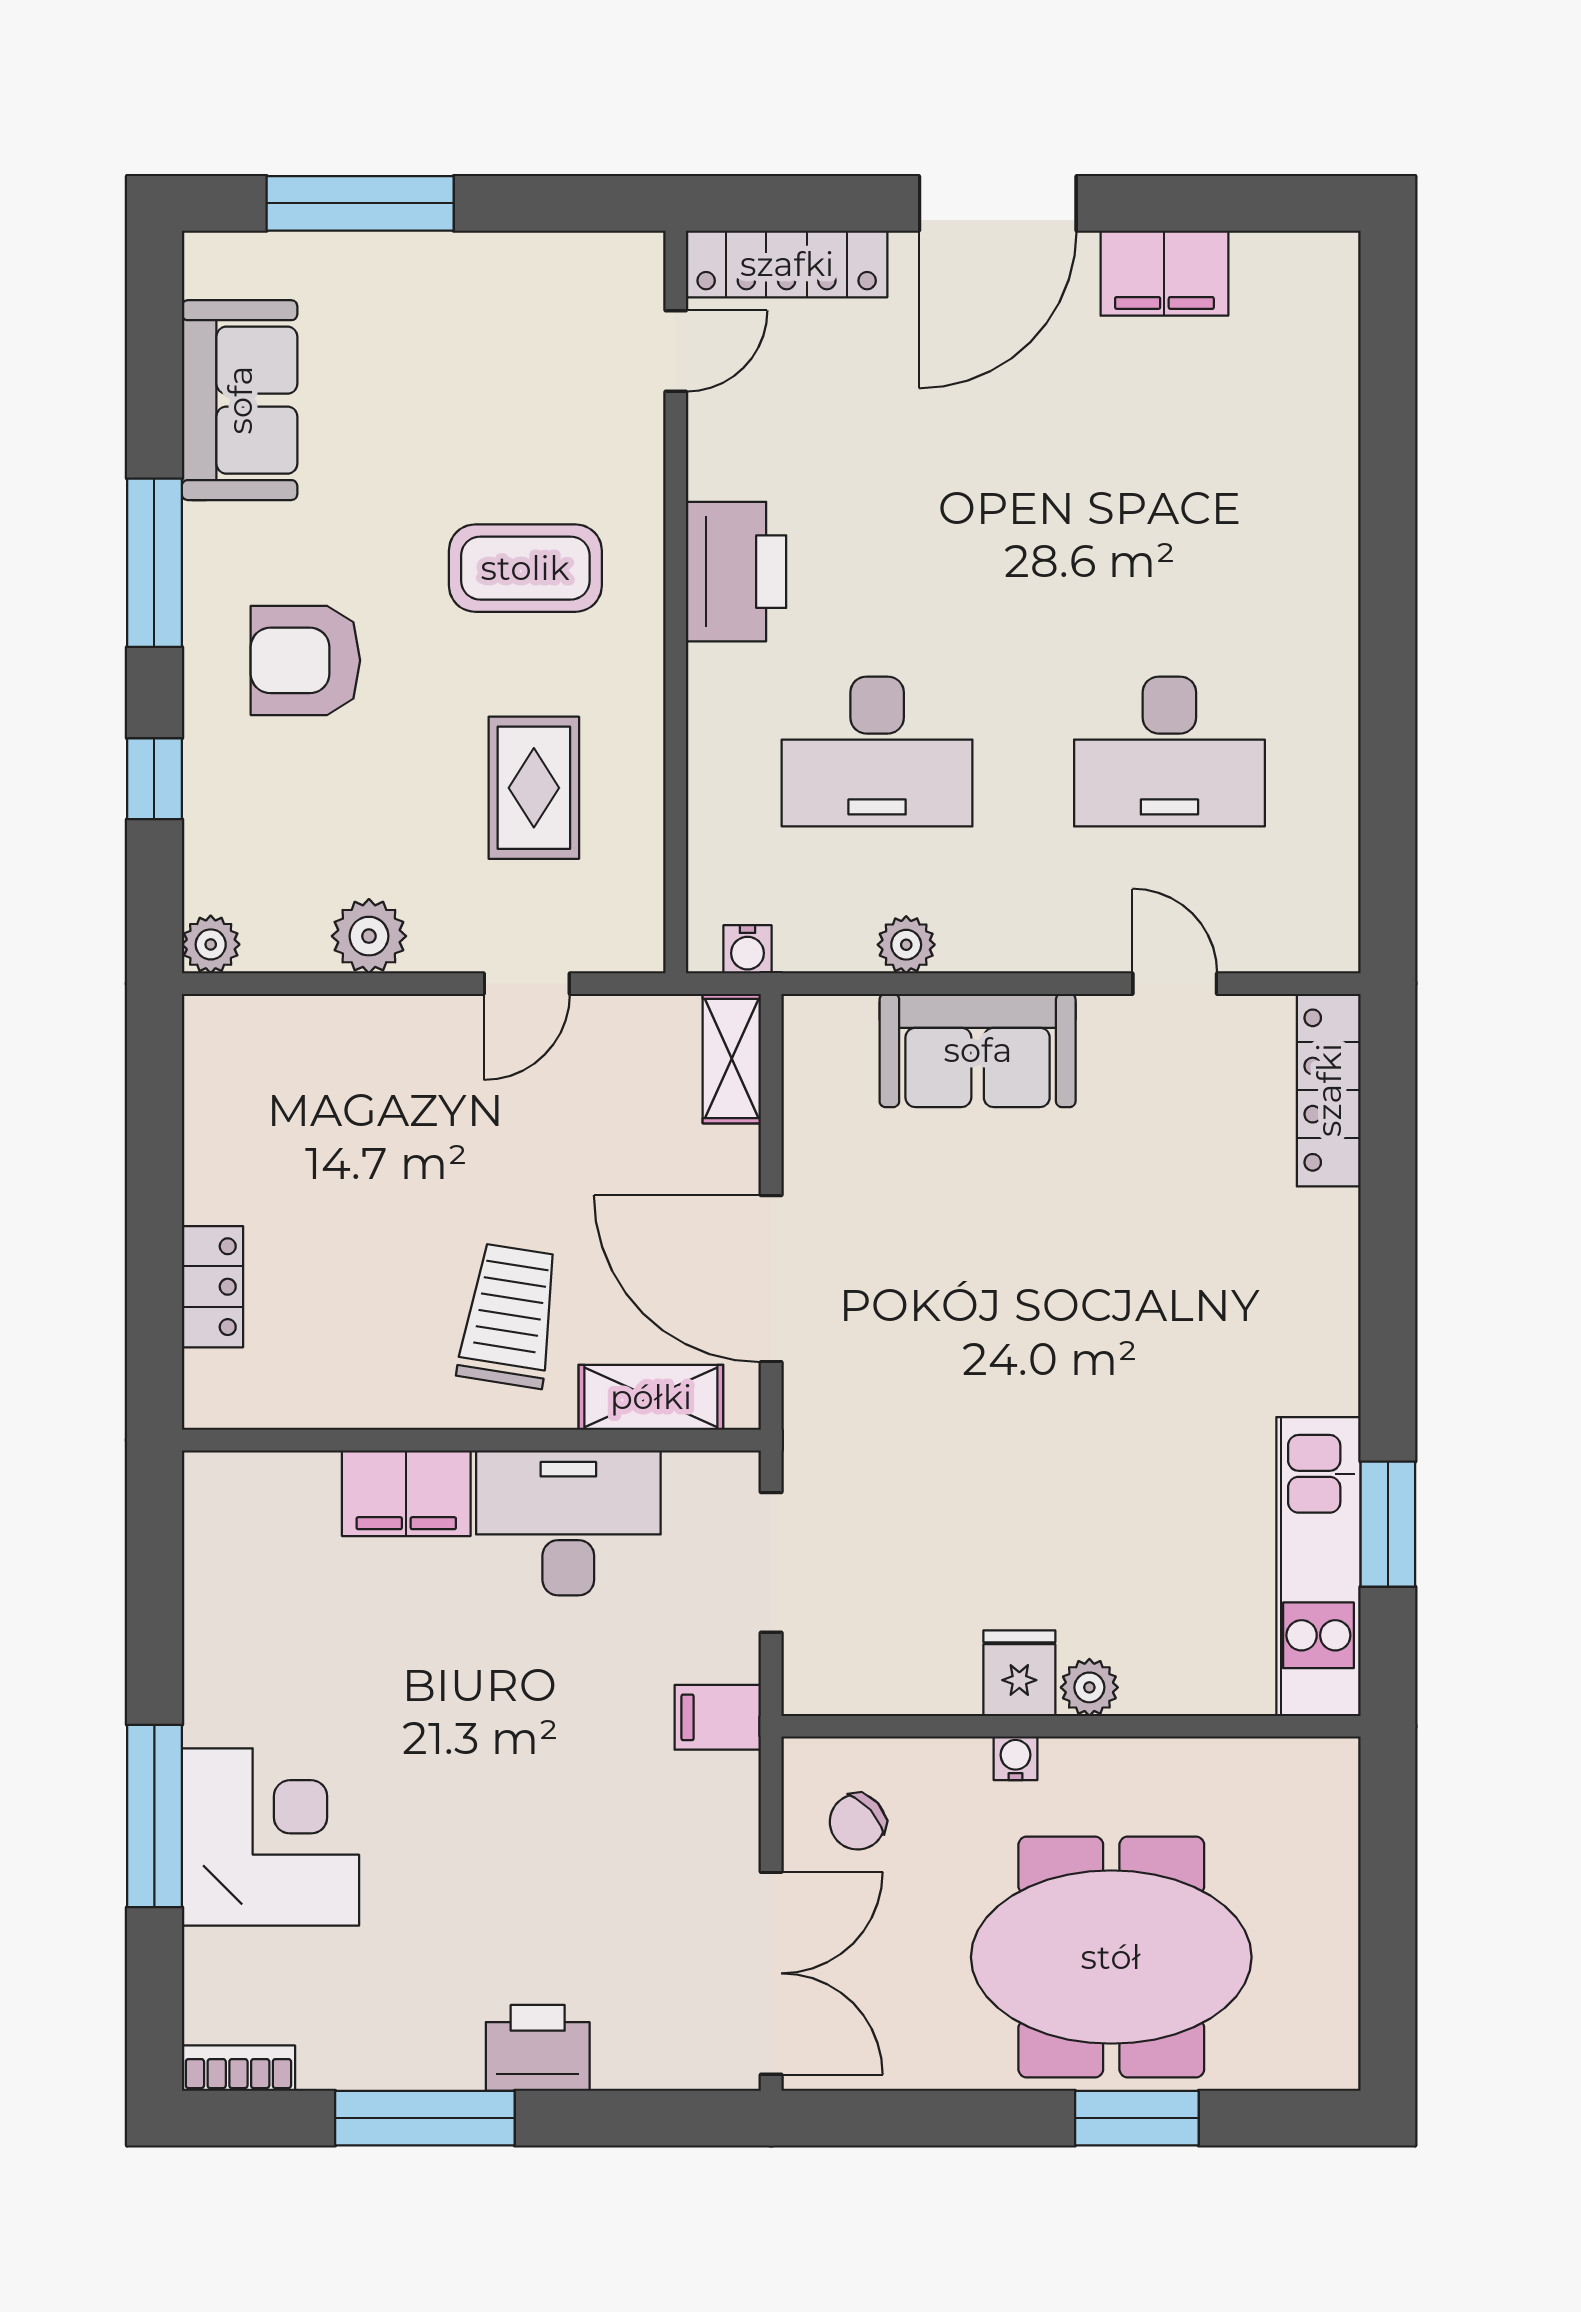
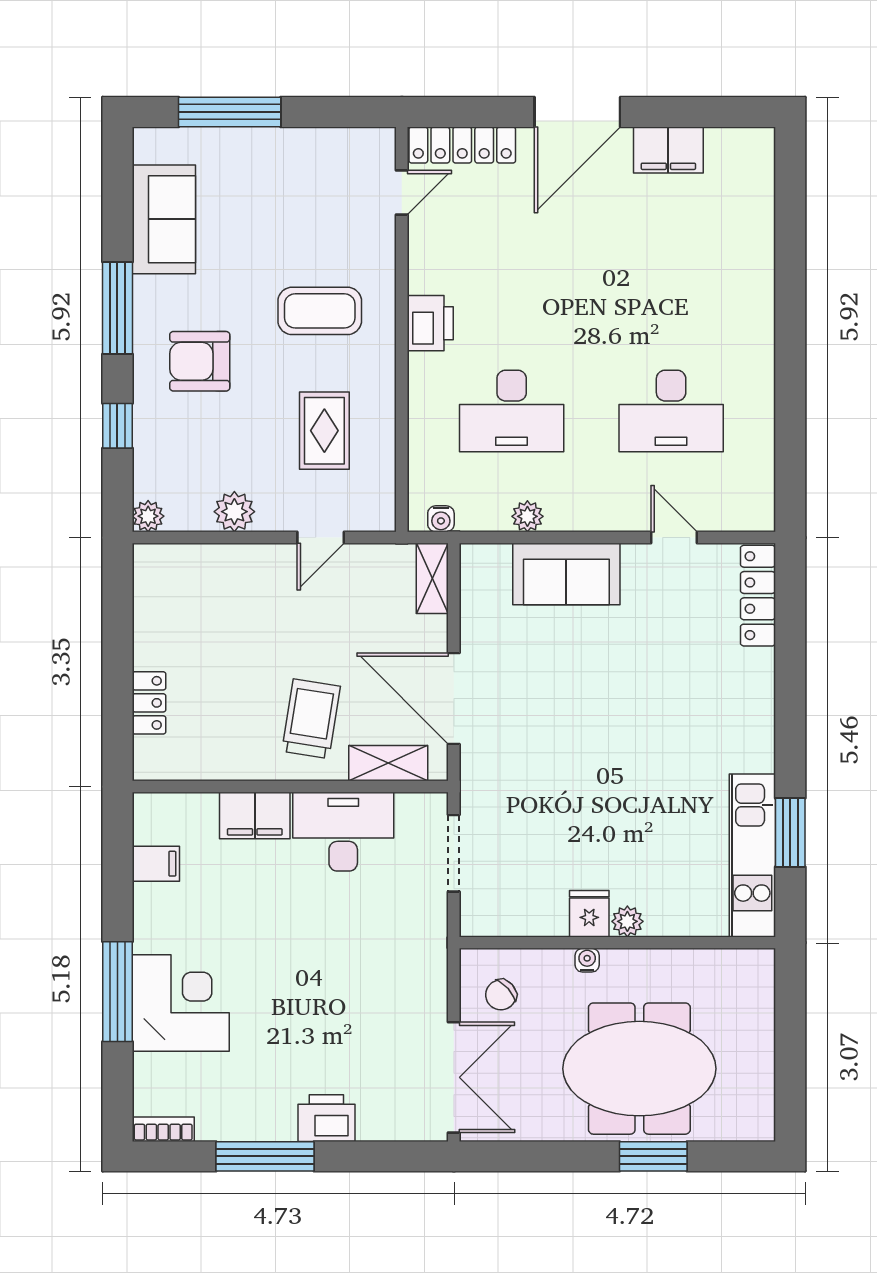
printer: (736, 572) -> (430, 323), width x0.73, depth x0.84
filing cabinet: (718, 1717) -> (156, 864), moved, turned 180

